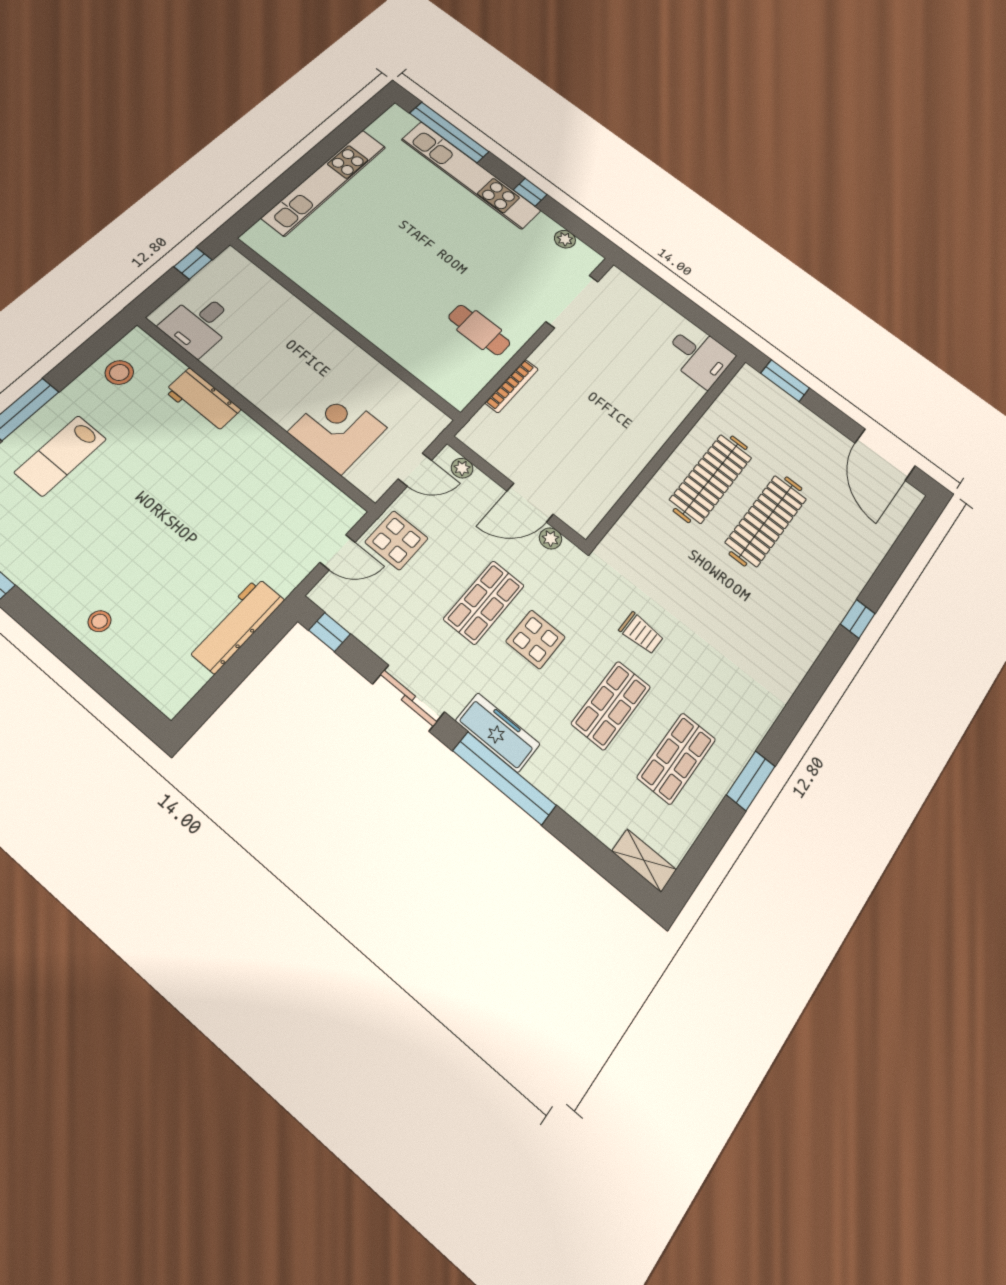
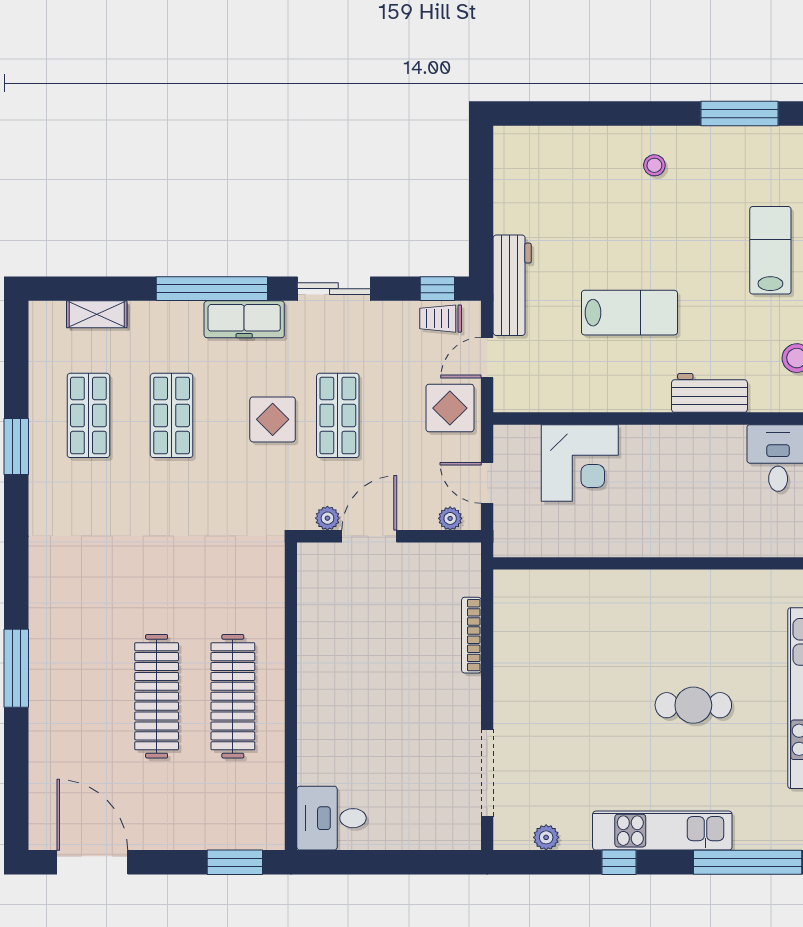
kitchen unit: (471, 175) -> (662, 831), width x0.73
cafe table: (479, 330) -> (693, 705), moved
door: (415, 470) -> (487, 483), hinge flipped
lab bench: (205, 498) -> (629, 313), added
window: (858, 619) -> (16, 668), width x2.17
stool: (100, 621) -> (654, 165), moved
workbench: (236, 625) -> (512, 285), moved
trolley: (641, 633) -> (441, 319), moved
shelving: (644, 860) -> (97, 314), moved

